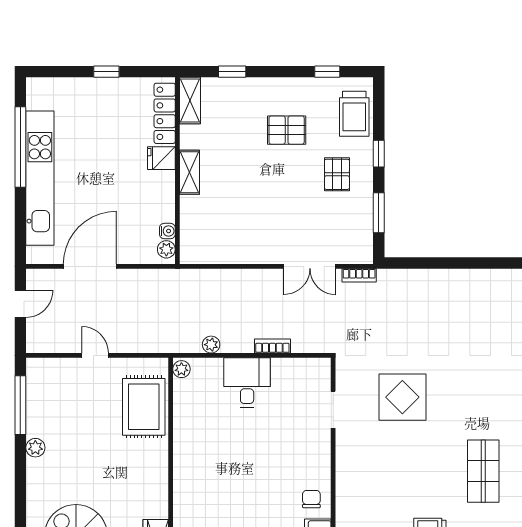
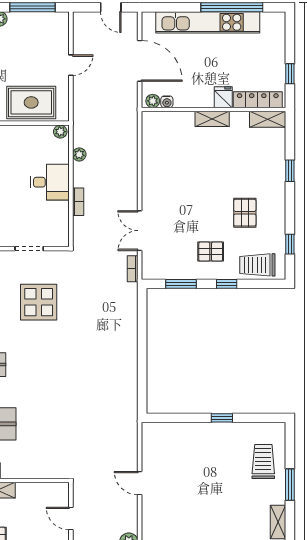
shelving: (190, 101) -> (268, 119), moved
locker: (165, 113) -> (258, 100), moved
fridge: (161, 158) -> (223, 97), moved
wall: (177, 171) -> (213, 109), moved
shelving: (189, 172) -> (212, 119), moved
water cooler: (167, 231) -> (167, 102), moved
plant: (166, 249) -> (153, 101), moved

